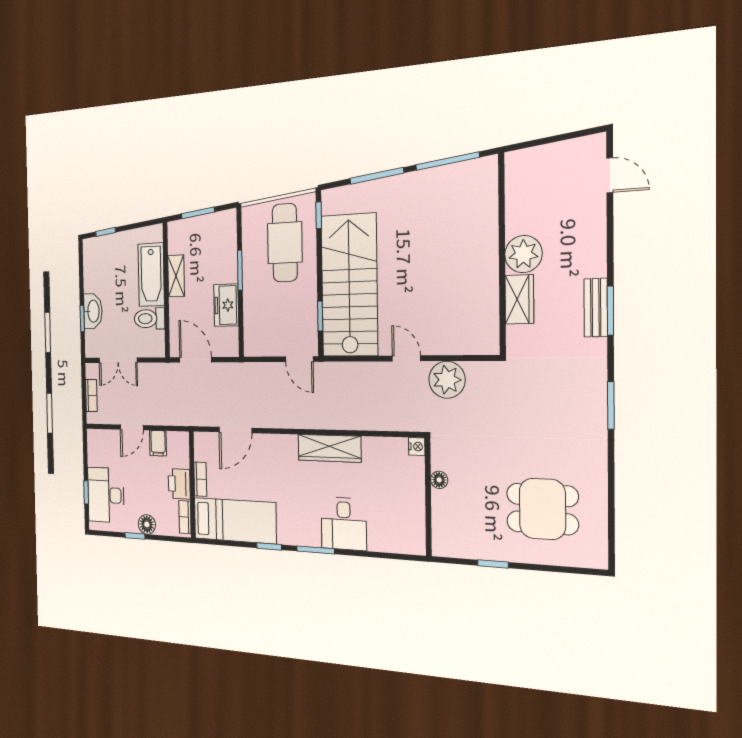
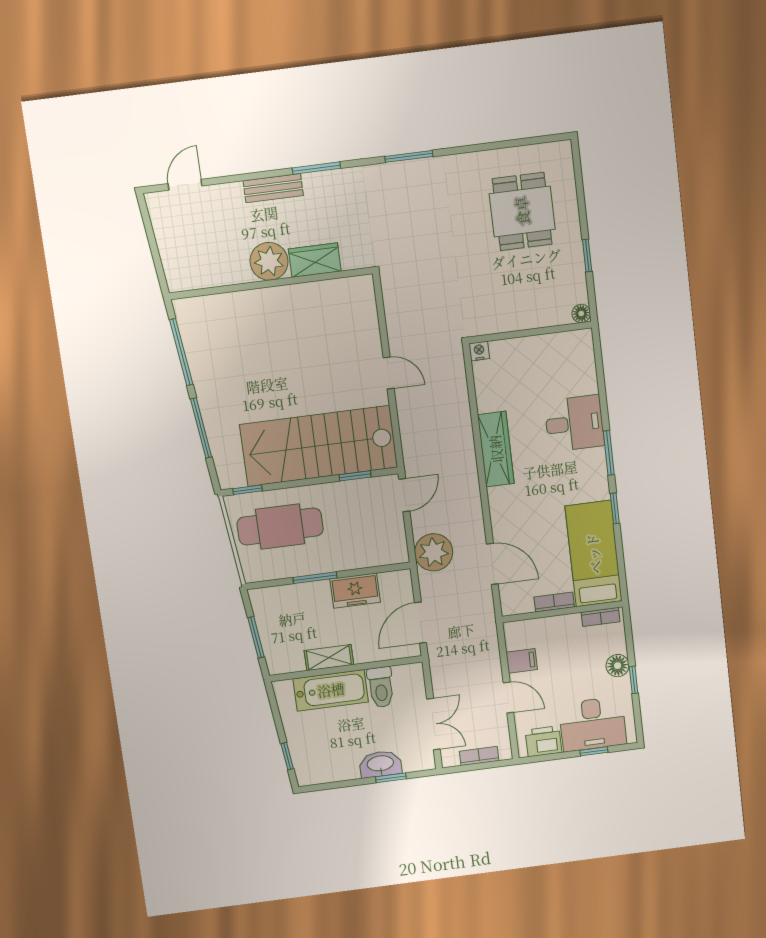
bench: (596, 308) -> (273, 188), moved
door: (406, 358) -> (389, 373), swing flipped
plant: (447, 380) -> (434, 552), moved
floor lamp: (439, 480) -> (581, 313), moved
printer: (179, 484) -> (543, 741), moved, turned 180

